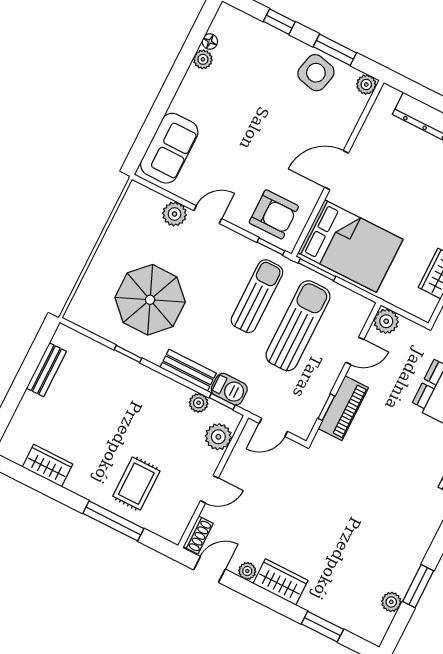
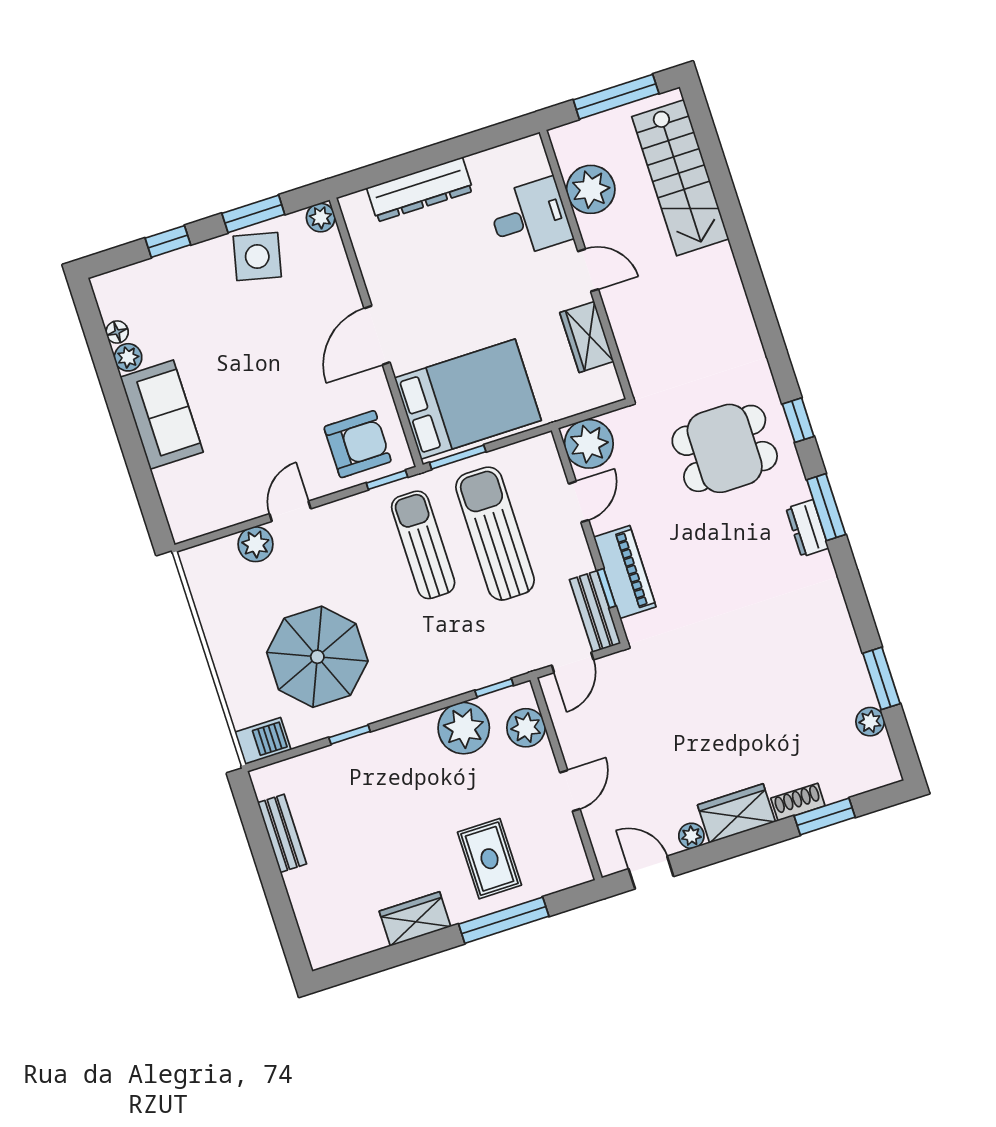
sofa: (169, 148) -> (162, 415), moved
plant: (386, 321) -> (589, 444), width x1.36, depth x1.36
bench: (188, 370) -> (595, 611), moved, turned 90
barbecue: (229, 389) -> (263, 741), moved
plant: (199, 403) -> (464, 728), width x1.87, depth x1.87
wardrobe: (47, 466) -> (415, 919), moved
shoe rack: (198, 535) -> (798, 802), moved, turned -90
door: (209, 569) -> (651, 873), hinge flipped

